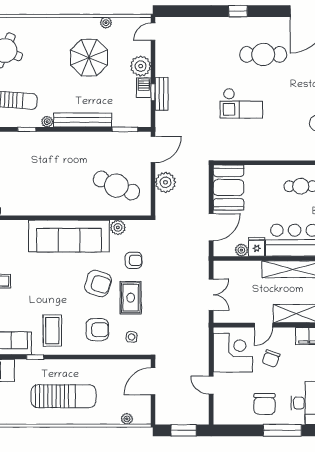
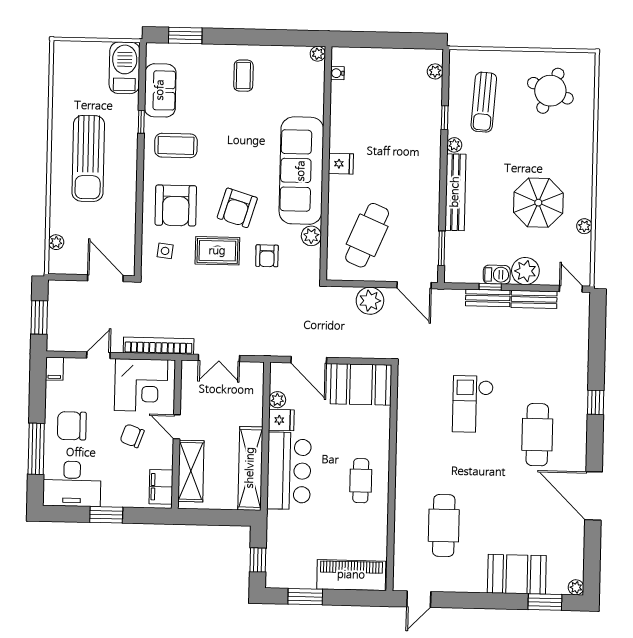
bench: (162, 59) -> (534, 299), added
fridge: (63, 206) -> (341, 164), added
armchair: (97, 330) -> (176, 205), width x1.36, depth x1.36
bookcase: (203, 340) -> (159, 346), added
filing cabinet: (222, 418) -> (54, 369), added

